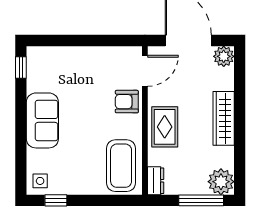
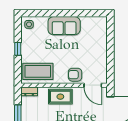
window: (21, 68) -> (95, 13), removed
armchair: (127, 102) -> (75, 75), turned -90
window: (56, 200) -> (18, 49), moved

